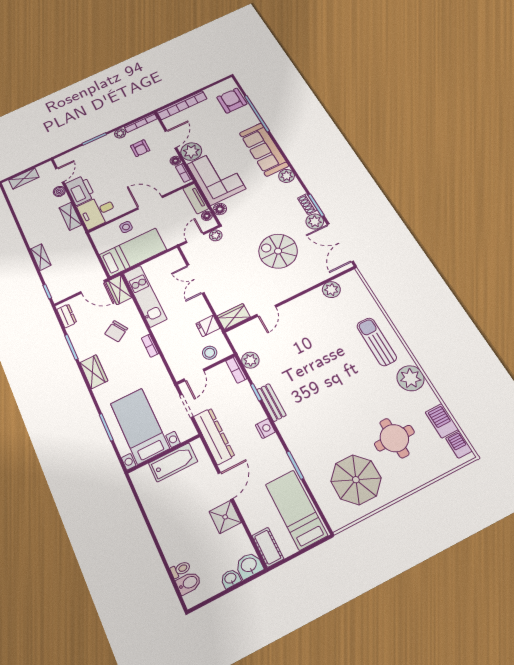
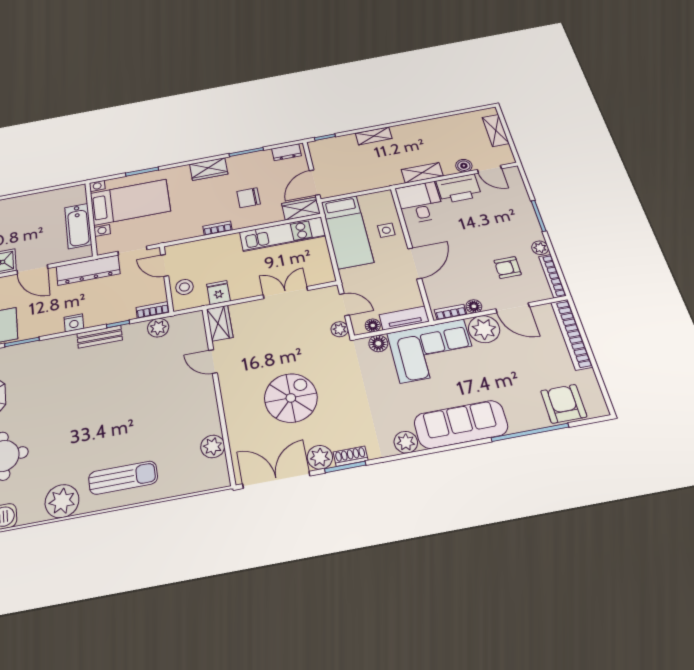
armchair: (232, 101) -> (564, 404), turned -90
chair: (116, 331) -> (249, 198), turned -58

